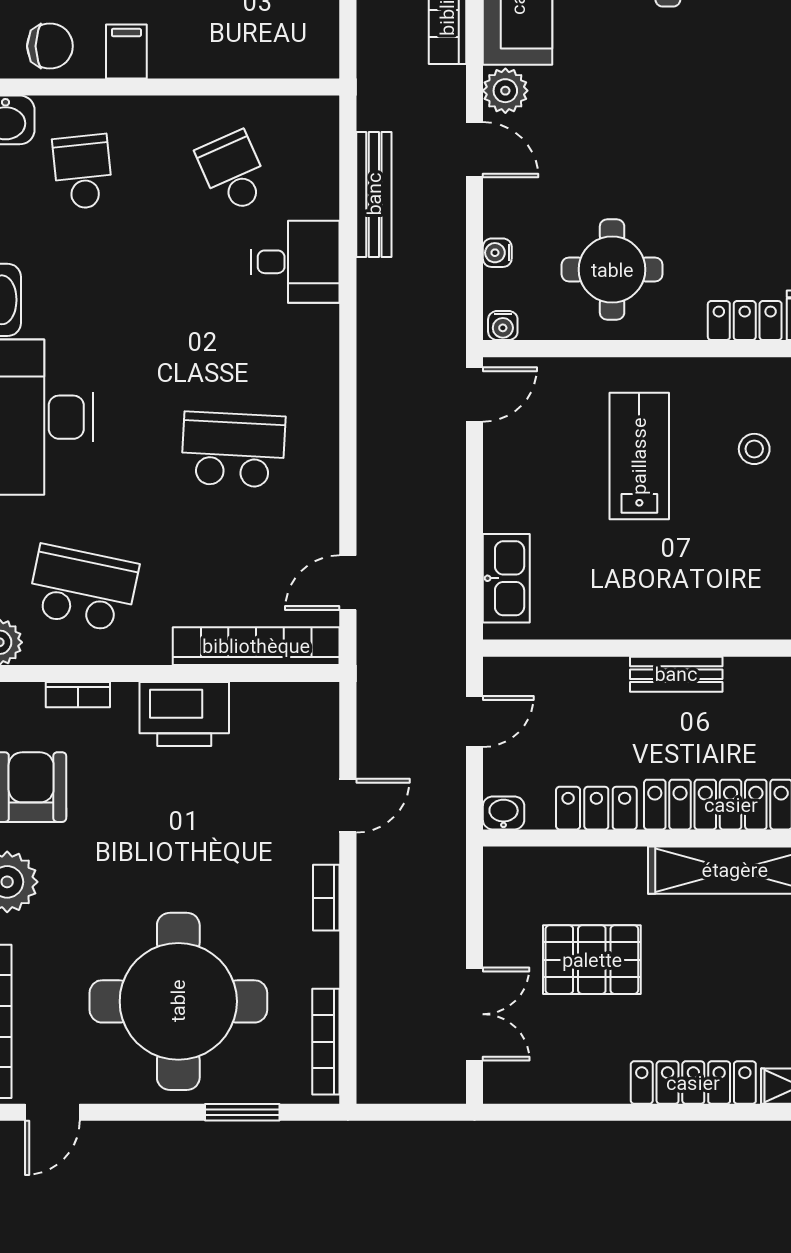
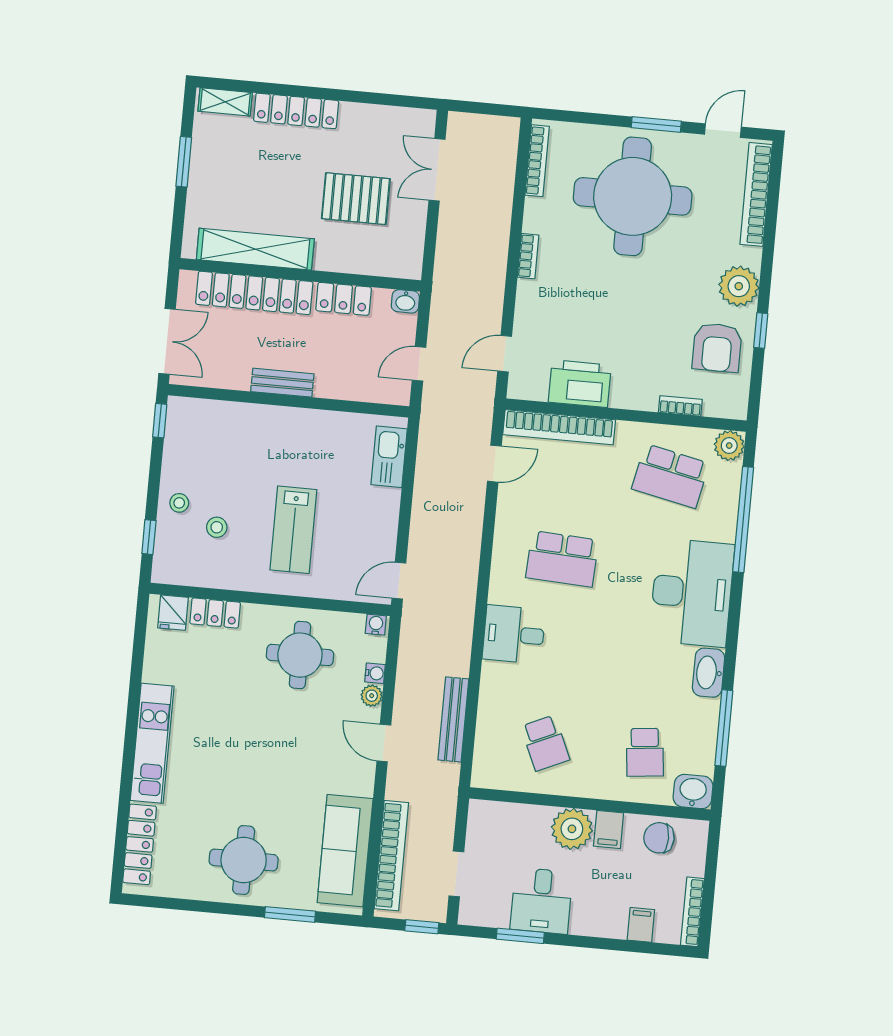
plant: (181, 47) -> (572, 829), added
plant: (505, 91) -> (372, 696), moved, width x0.73, depth x0.73
desk: (295, 262) -> (514, 634), moved
printer: (184, 714) -> (580, 384), moved
door: (348, 806) -> (505, 354), moved
window: (242, 1112) -> (656, 124), moved

